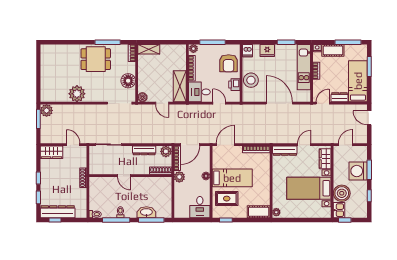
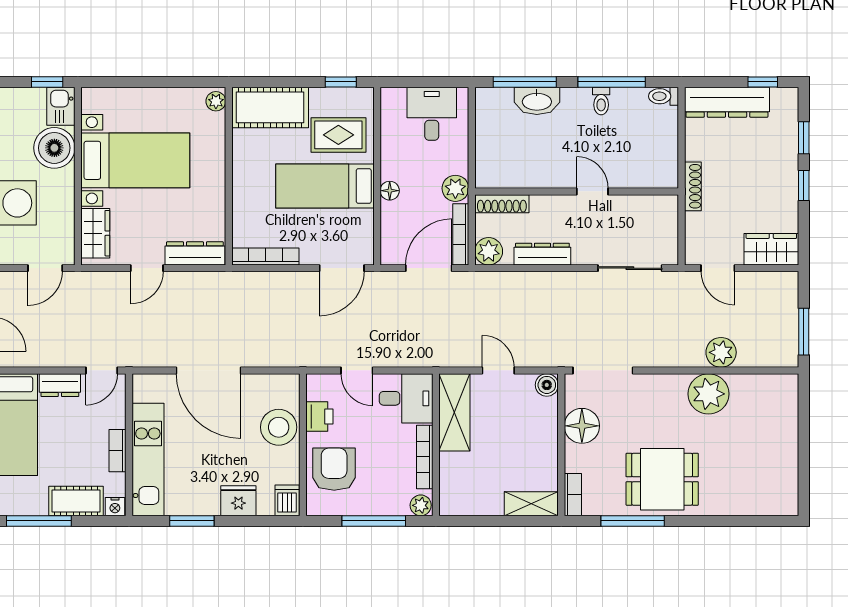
plant: (47, 110) -> (721, 352), moved
desk: (200, 207) -> (432, 114), moved
dresser: (58, 212) -> (727, 102), moved
cot: (259, 212) -> (270, 107), width x1.37, depth x1.34

